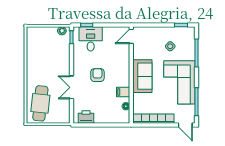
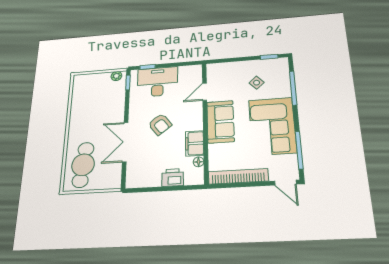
door: (131, 36) -> (205, 92), moved
desk: (91, 39) -> (157, 82), width x1.37
armchair: (97, 75) -> (160, 124), turned 143
double door: (71, 87) -> (125, 142), width x1.37
filing cabinet: (123, 92) -> (195, 143), width x2.00
printer: (86, 117) -> (173, 178), moved

